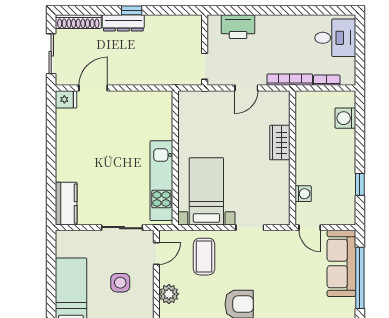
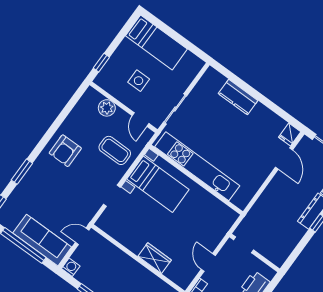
kitchen unit: (161, 181) -> (197, 166), width x1.36
washing machine: (303, 194) -> (71, 267), moved, turned 180
kitchen counter: (66, 204) -> (238, 97), moved

